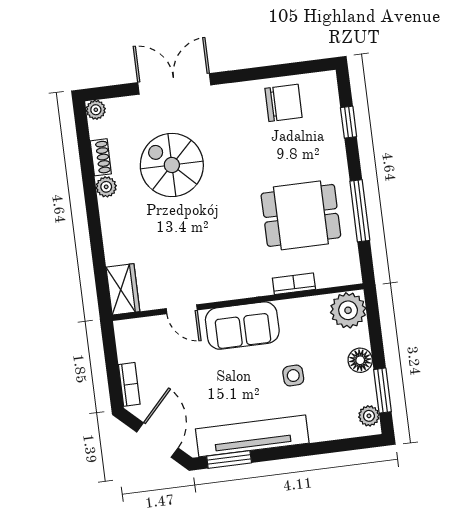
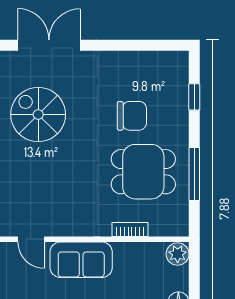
chair: (284, 103) -> (132, 116), moved
plant: (348, 310) -> (178, 254), width x0.73, depth x0.73

